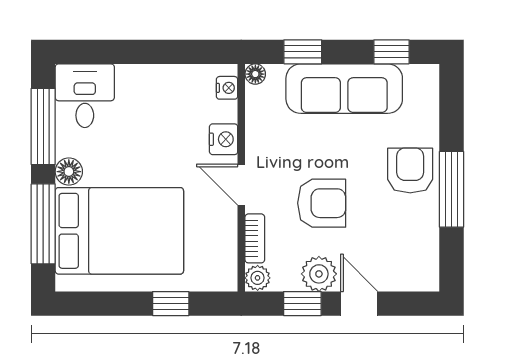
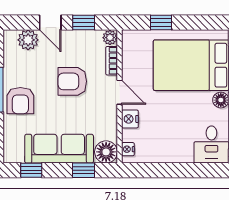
floor lamp: (255, 74) -> (106, 152), width x1.89, depth x1.89
plant: (319, 274) -> (28, 40), moved

